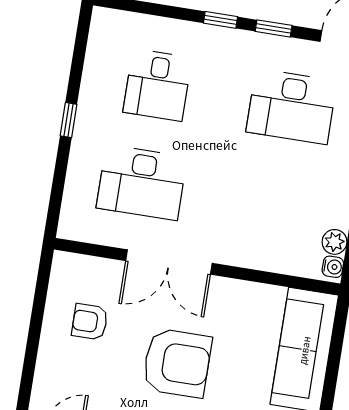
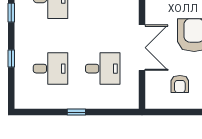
window: (221, 20) -> (11, 58), moved
desk: (142, 182) -> (103, 69), width x0.73

